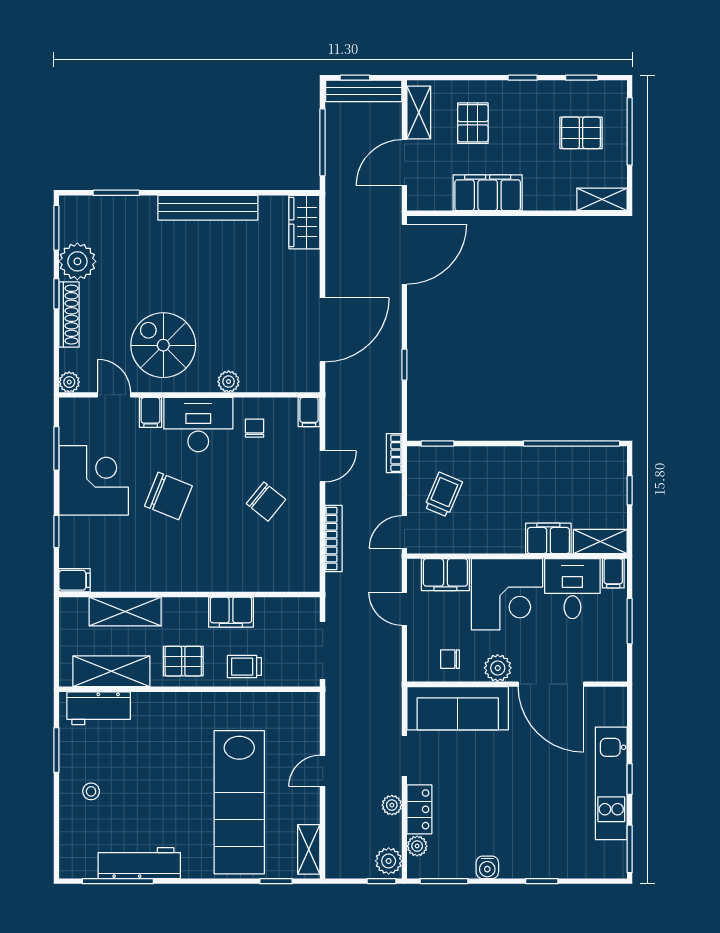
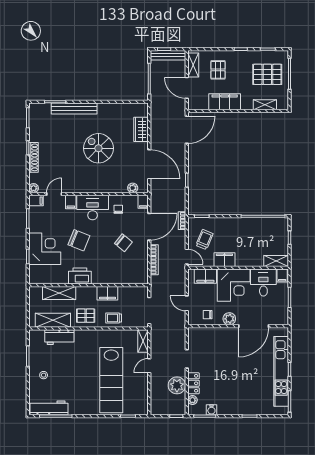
pallet: (581, 133) -> (267, 74), width x1.50, depth x1.42
door: (404, 162) -> (187, 88), hinge flipped
shelving: (602, 199) -> (265, 105), moved
bench: (208, 208) -> (74, 109), moved
wardrobe: (304, 222) -> (141, 129), moved
plant: (77, 261) -> (37, 133), removed
door: (323, 330) -> (149, 164), hinge flipped
spiral stairs: (163, 345) -> (98, 148), moved
plant: (229, 382) -> (133, 188), moved
door: (114, 395) -> (54, 194), hinge flipped
door: (323, 466) -> (149, 227), width x1.88
corner desk: (94, 480) -> (45, 249), moved
door: (404, 532) -> (187, 257), swing flipped
filing cabinet: (548, 538) -> (224, 260), moved
printer: (171, 574) -> (80, 276), added
filing cabinet: (75, 580) -> (36, 201), moved
door: (404, 609) -> (187, 303), moved
door: (551, 684) -> (254, 326), hinge flipped
workbench: (99, 708) -> (59, 337), moved
sofa: (458, 708) -> (211, 337), removed
kitchen unit: (611, 783) -> (281, 371), width x1.36
plant: (392, 805) -> (177, 385), width x1.88, depth x1.88
shelving: (309, 849) -> (143, 341), moved
plant: (389, 861) -> (179, 407), removed
workbench: (139, 863) -> (49, 408), moved
water cooler: (487, 867) -> (211, 410), moved

